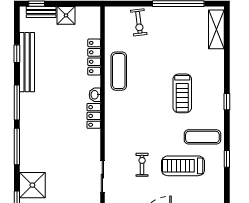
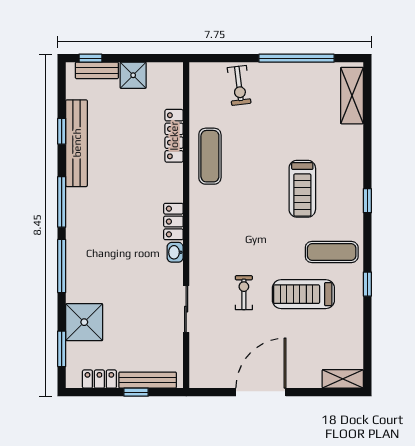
washbasin: (95, 95) -> (175, 252), moved

